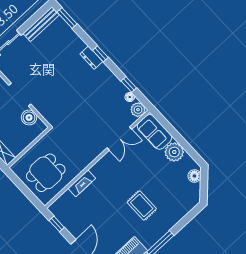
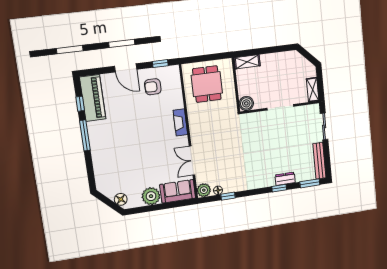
window: (100, 54) -> (279, 188), moved
dresser: (91, 58) -> (285, 179), moved
boiler: (29, 117) -> (246, 103), moved
fireplace: (82, 183) -> (180, 122), moved
rug: (142, 205) -> (127, 142), removed
armchair: (80, 216) -> (153, 87), added

